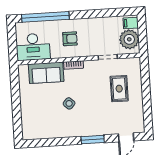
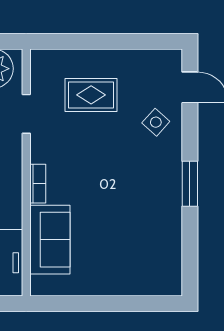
side table: (69, 103) -> (156, 122), moved
window: (93, 140) -> (190, 184), moved

